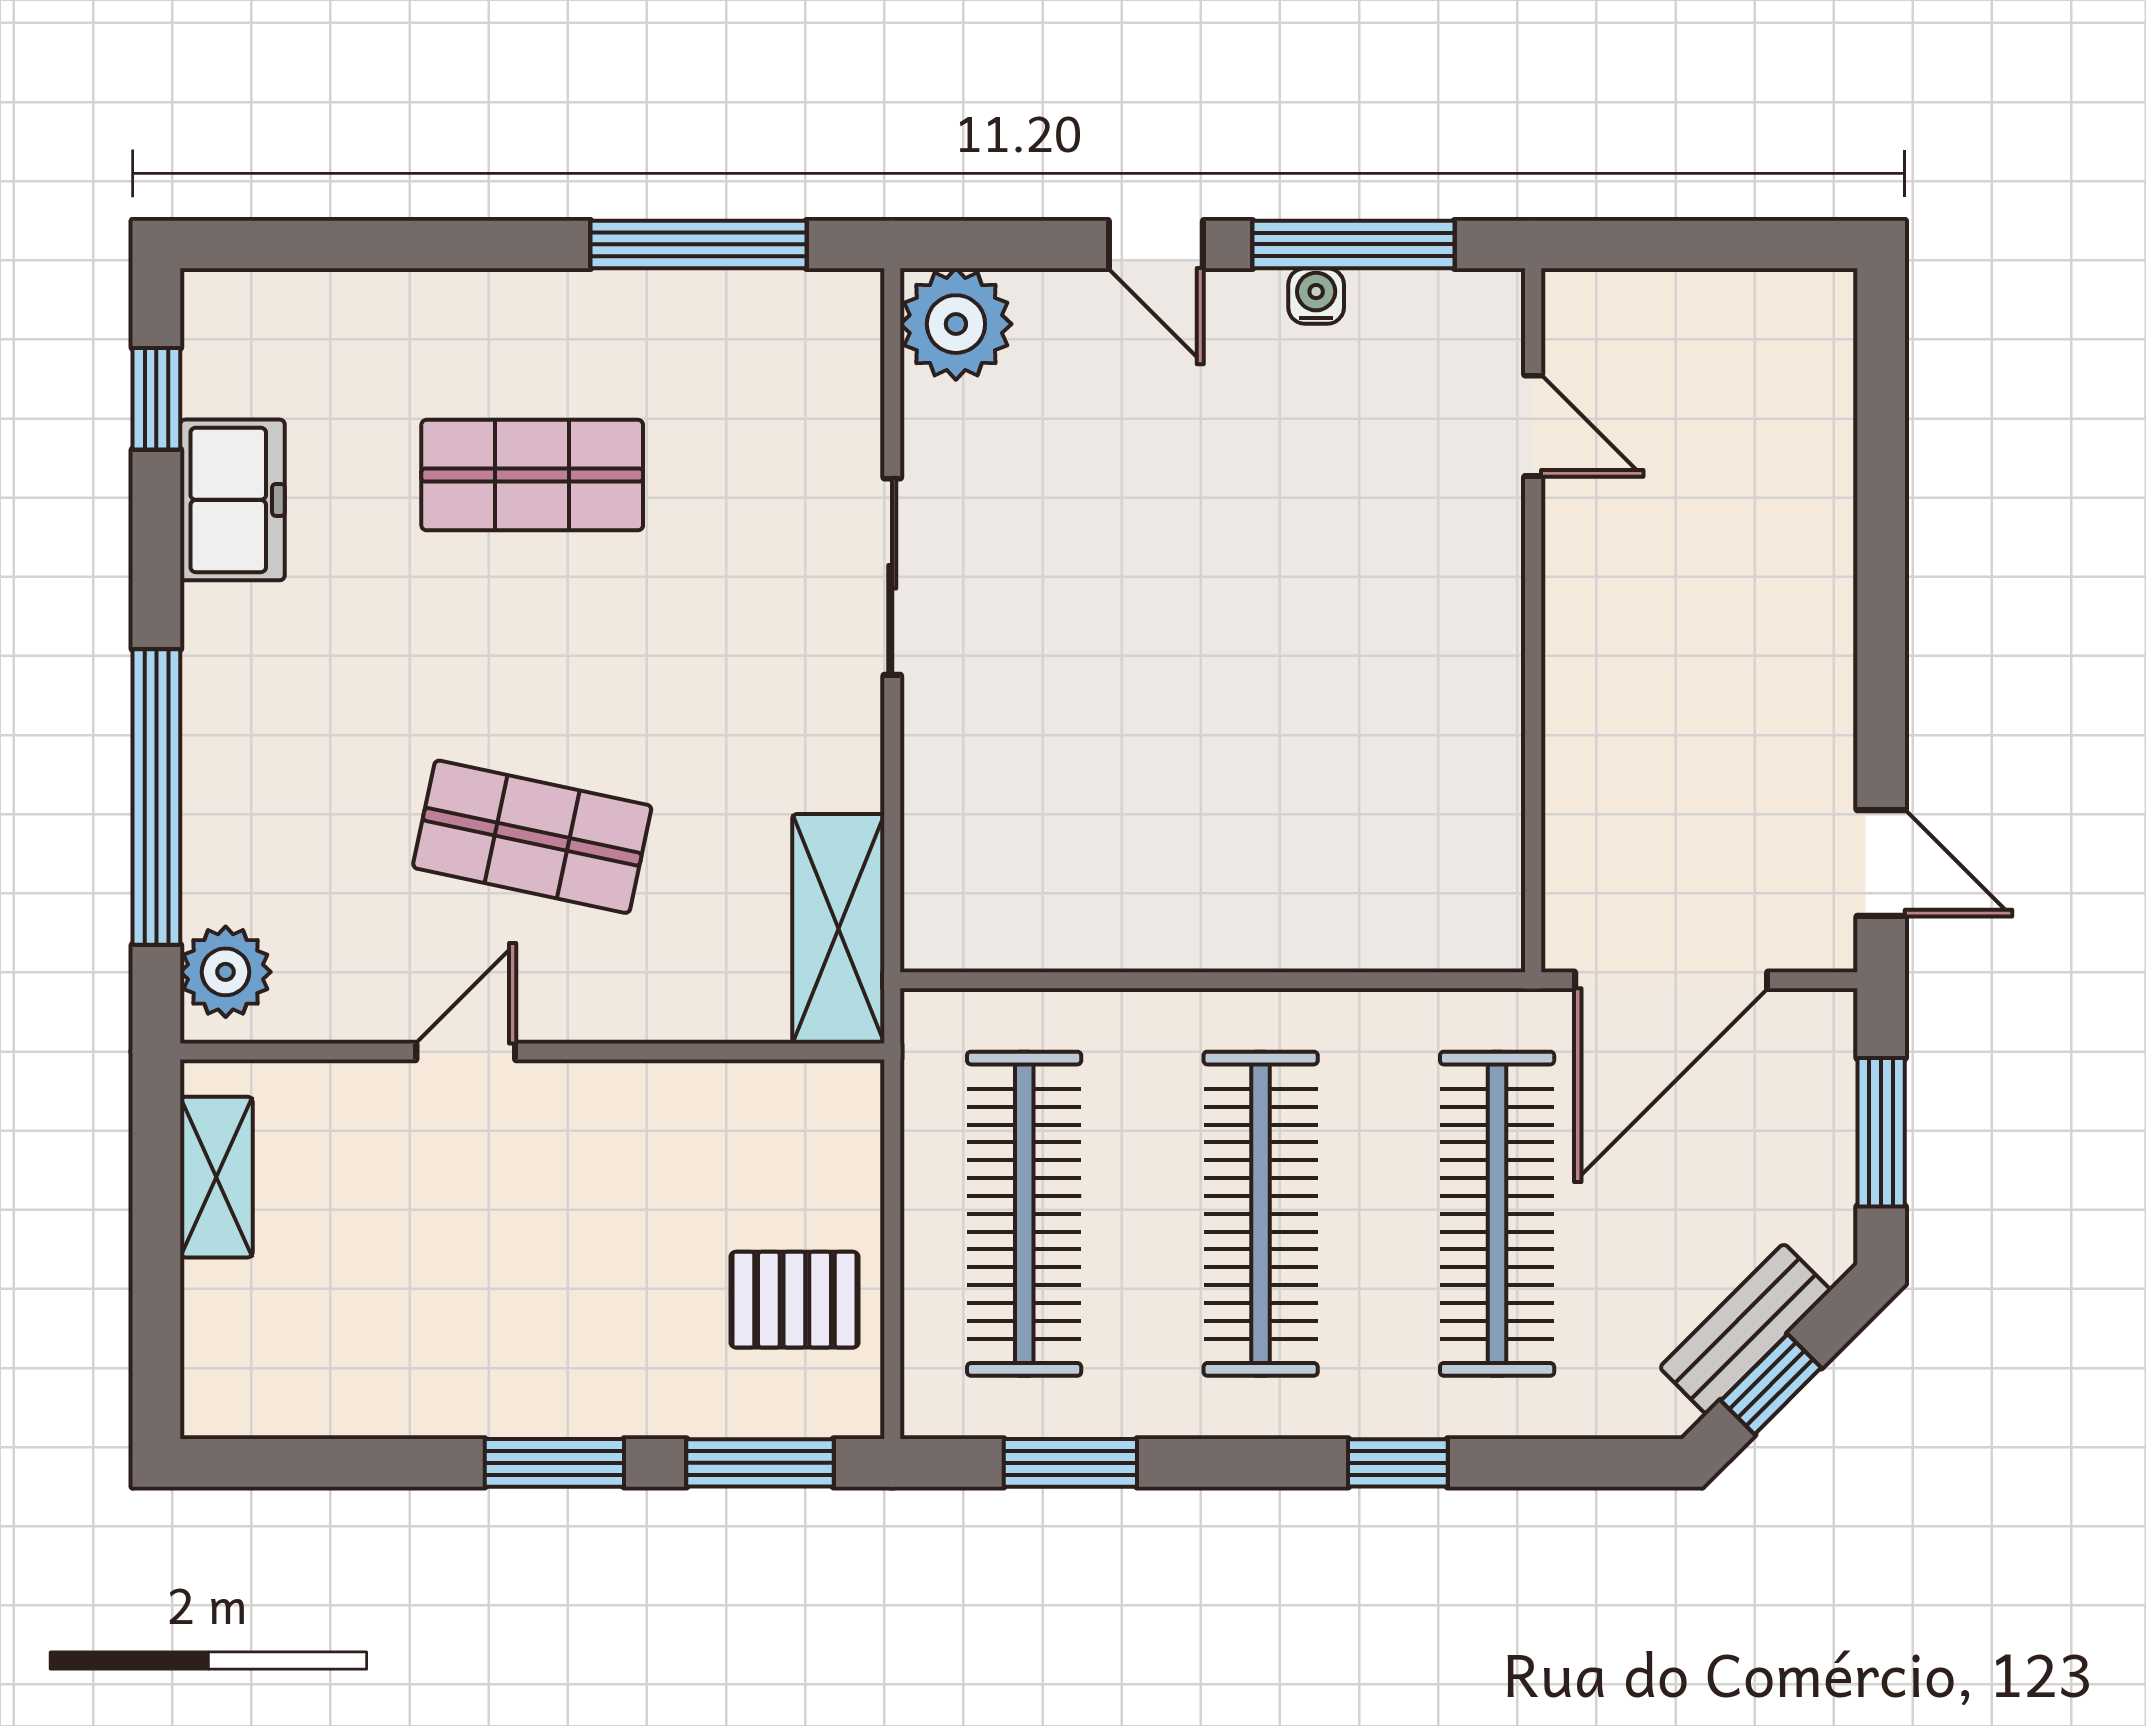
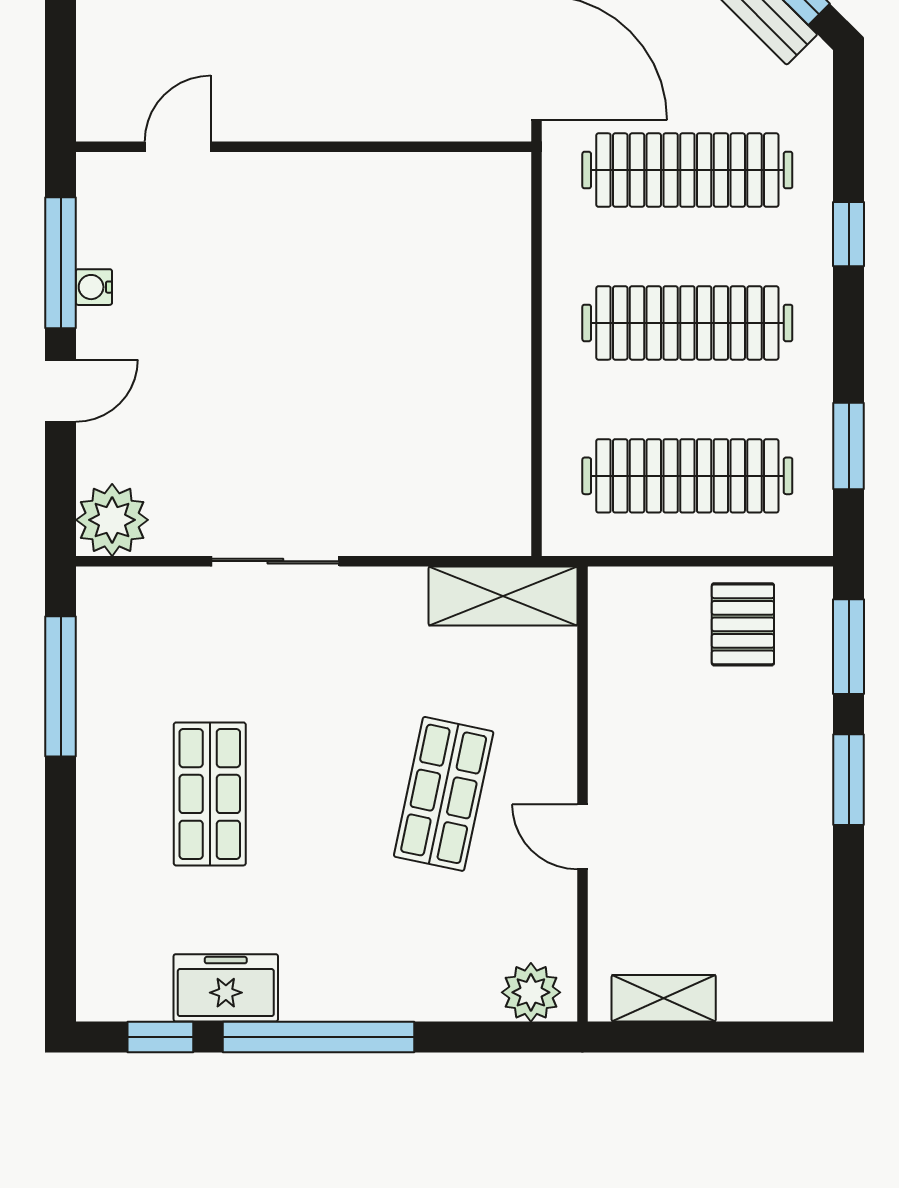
window: (156, 797) -> (319, 1037), moved

